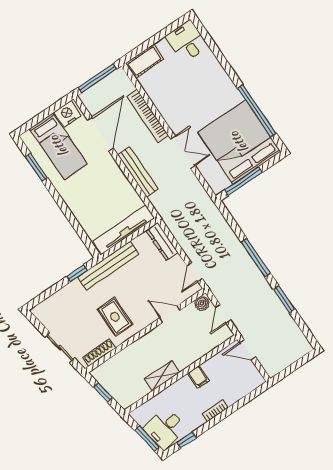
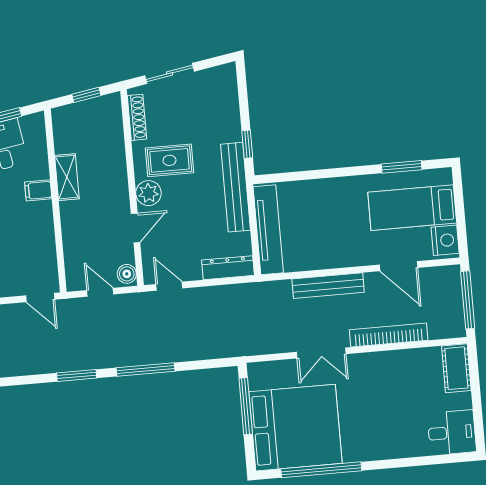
door: (100, 134) -> (398, 266), width x0.73
plant: (143, 318) -> (148, 193), added
door: (248, 350) -> (40, 297), swing flipped
filing cabinet: (198, 377) -> (38, 190), moved

